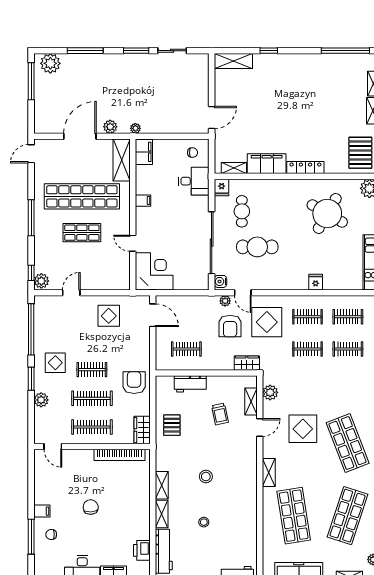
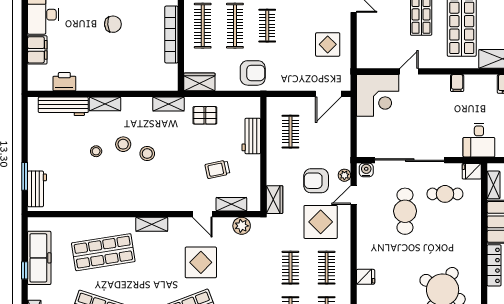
bookcase: (119, 455) -> (171, 35), moved
shelving: (162, 485) -> (168, 104), moved
stool: (198, 498) -> (123, 144), added

